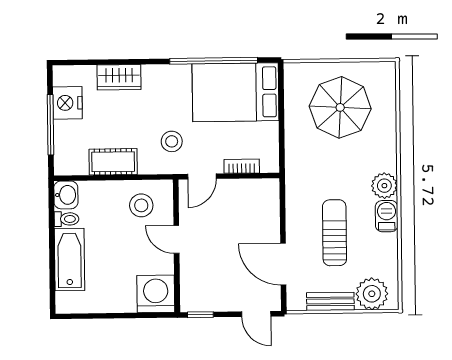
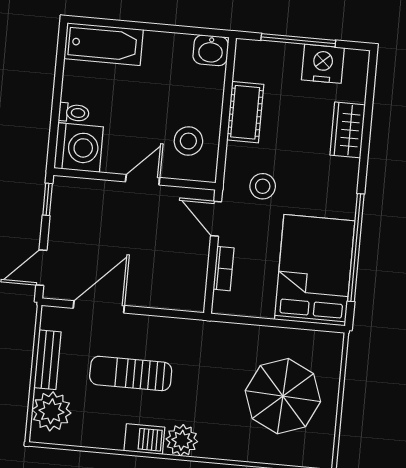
toilet: (66, 219) -> (74, 113), moved, turned -90
sun lounger: (335, 233) -> (131, 373), turned 180
bathtub: (70, 260) -> (104, 44), moved

